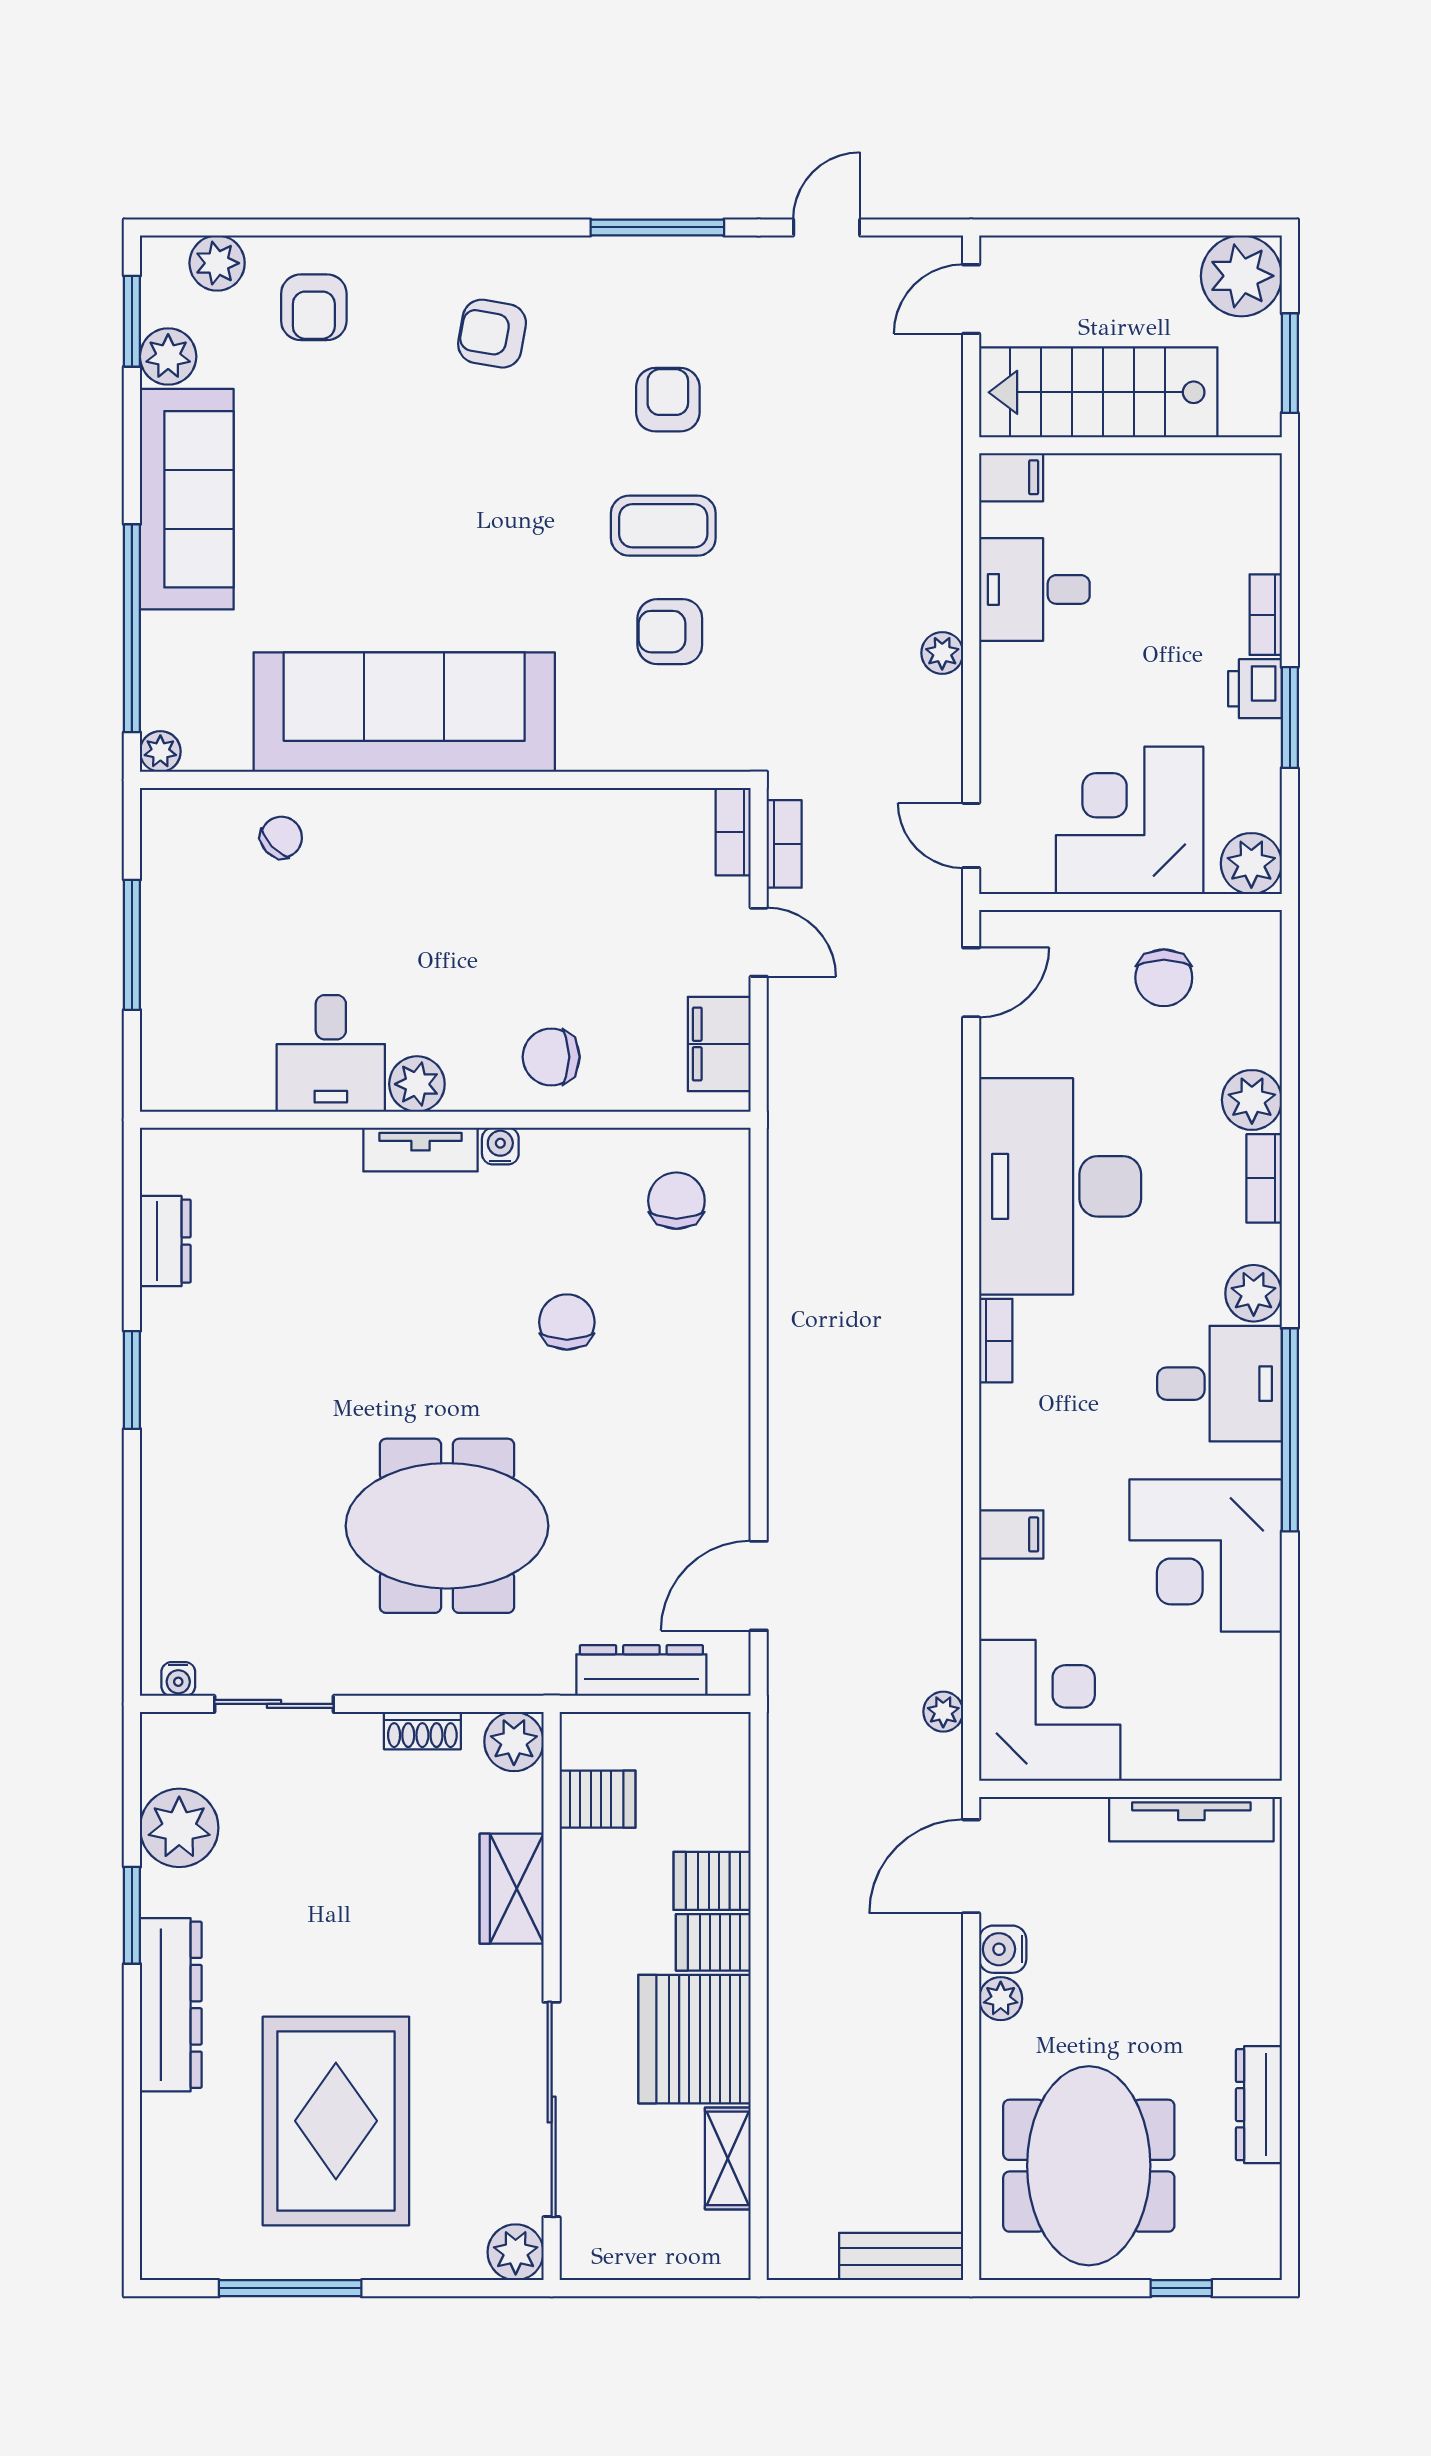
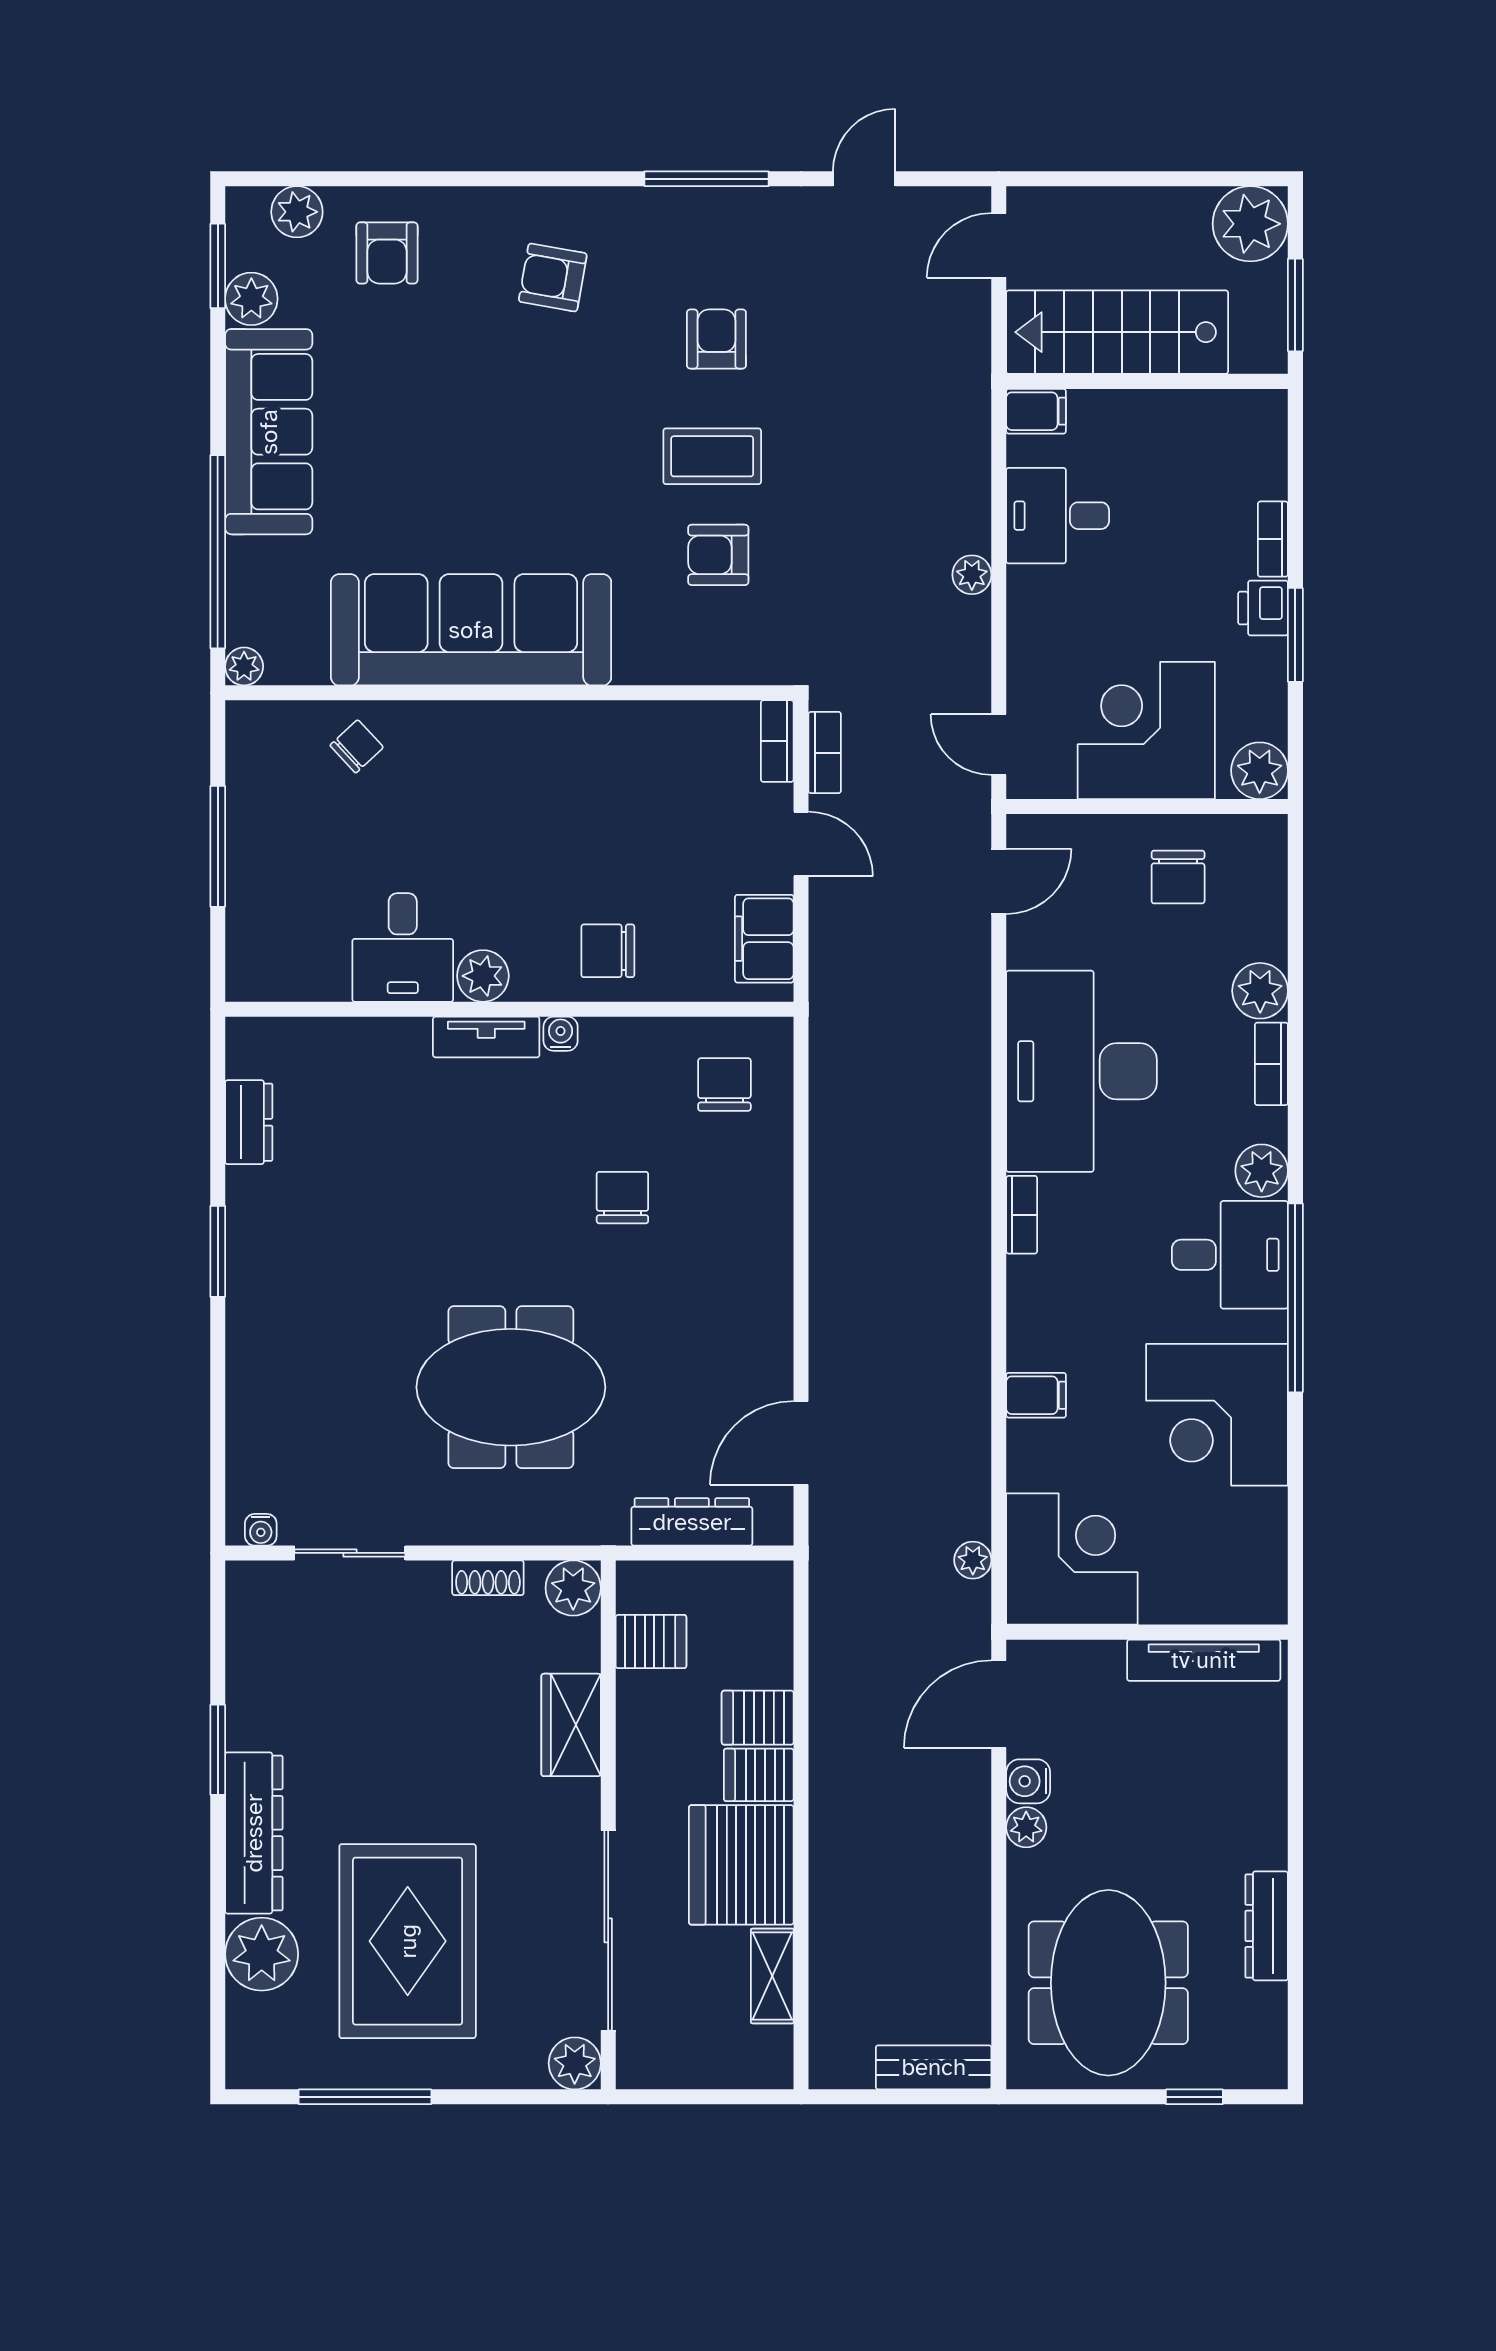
plant: (179, 1828) -> (262, 1954), moved

